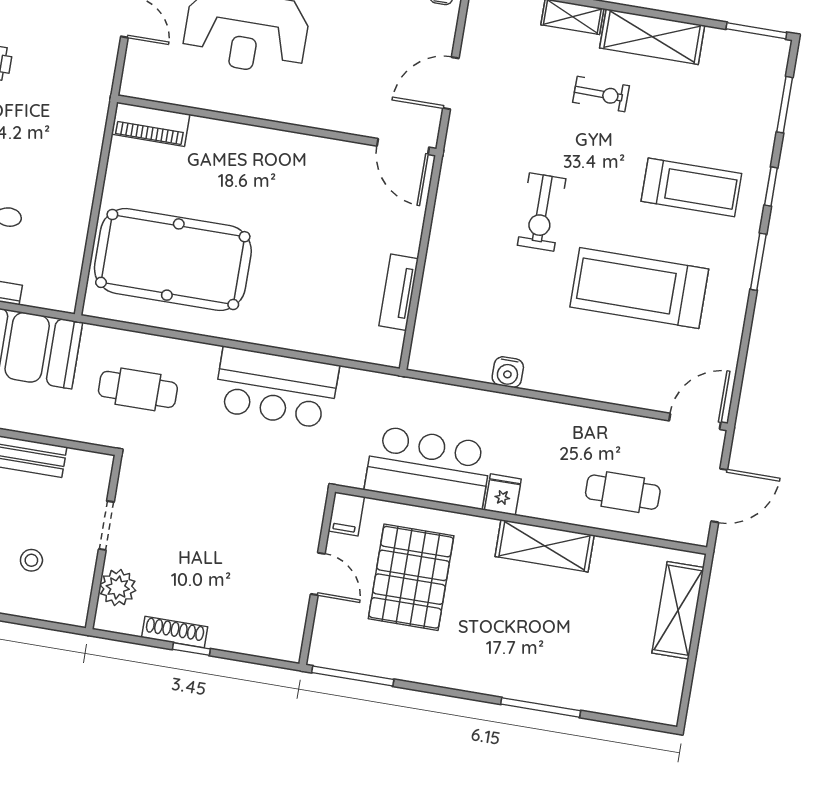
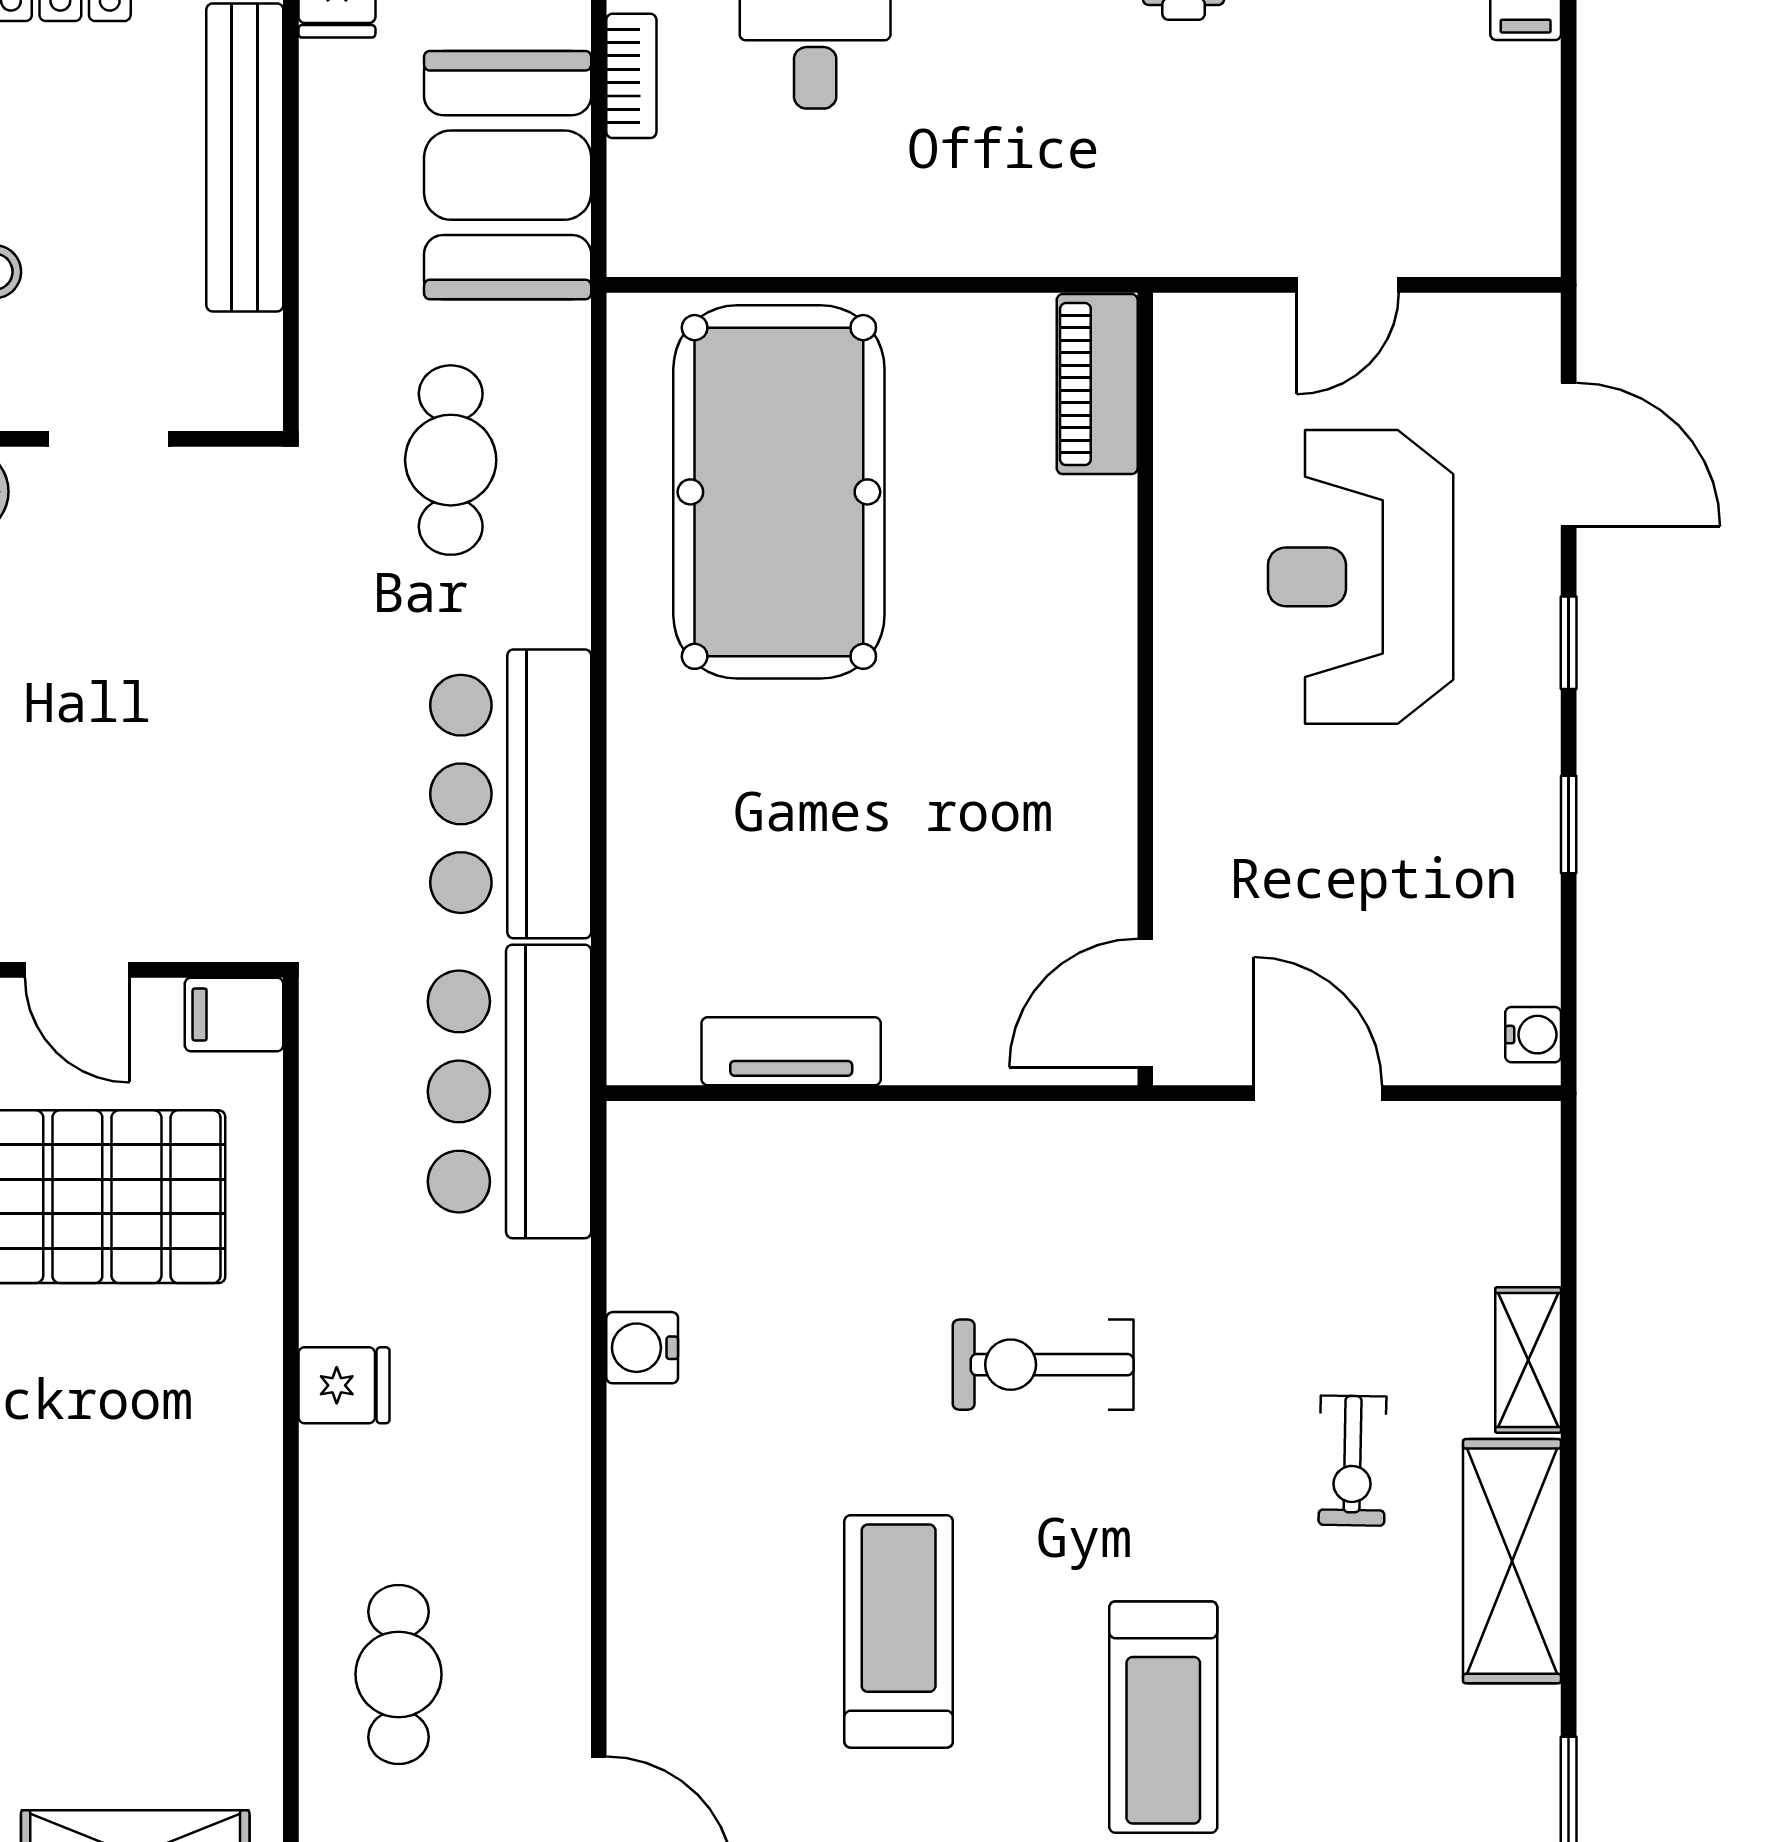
treadmill: (639, 288) -> (899, 1631), width x0.73, depth x0.73
bar counter: (428, 467) -> (509, 1091), moved, turned 180
shelving: (545, 546) -> (237, 1507), removed
door: (318, 574) -> (77, 970), hinge flipped

